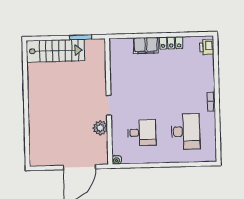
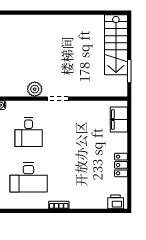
filing cabinet: (146, 46) -> (119, 120), moved

